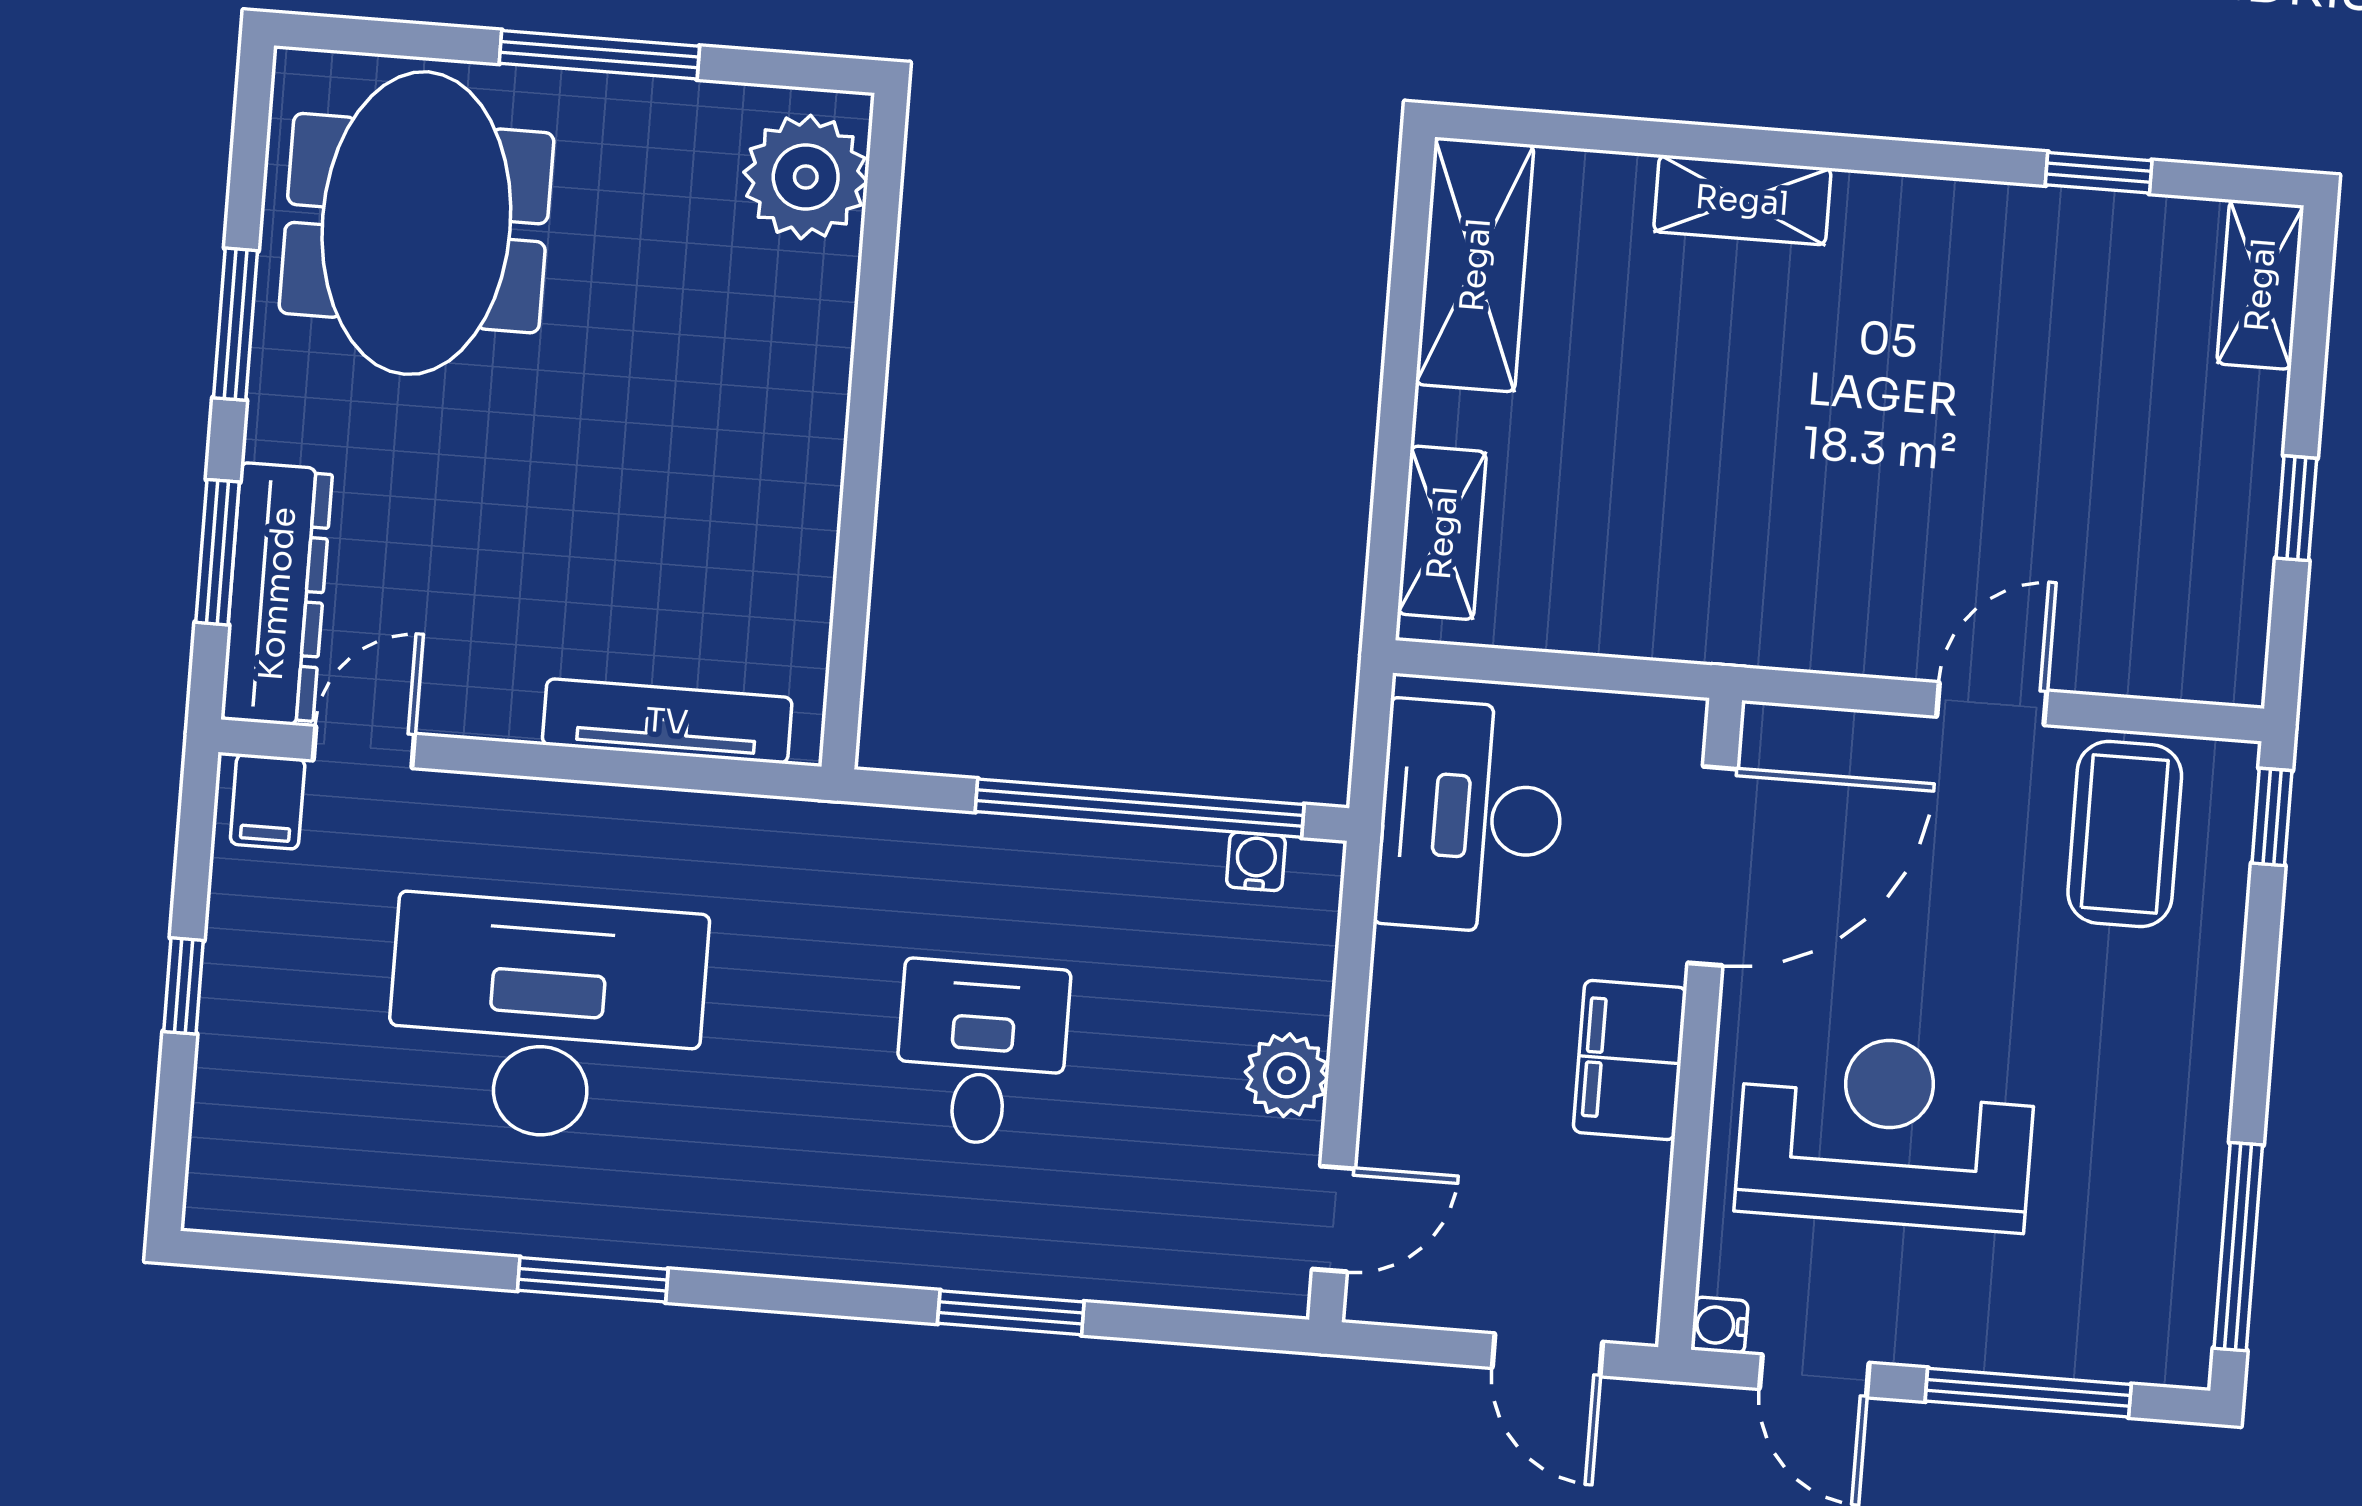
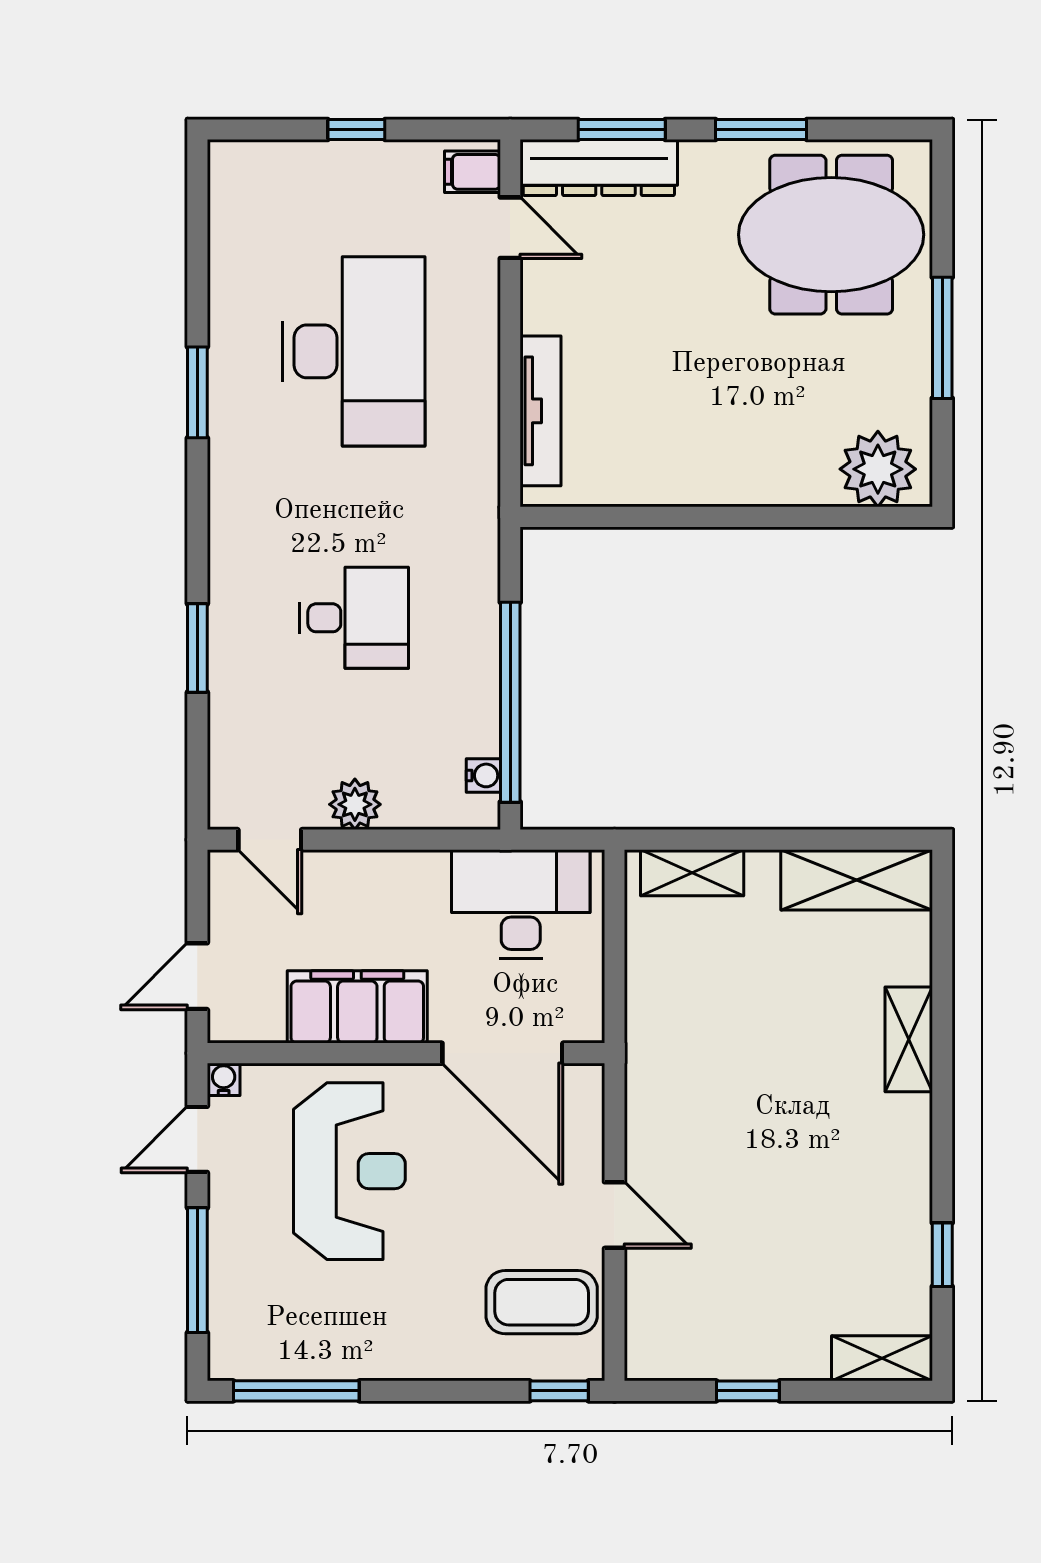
filing cabinet: (1630, 1060) -> (357, 1007), width x1.50, depth x1.17

